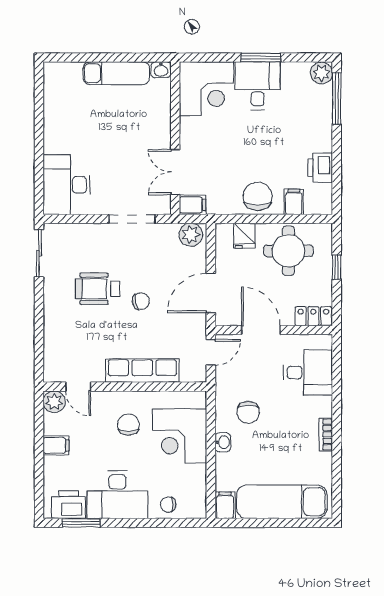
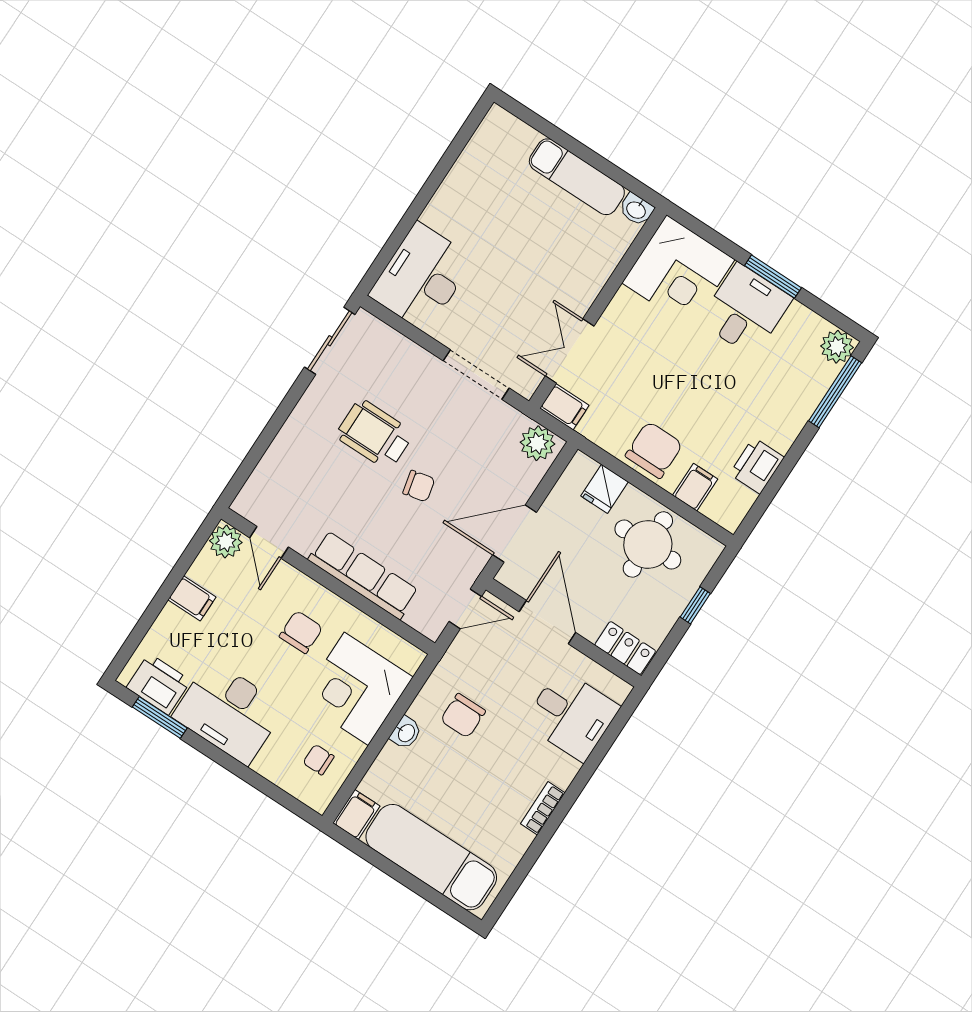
chair: (168, 505) -> (318, 760), moved

